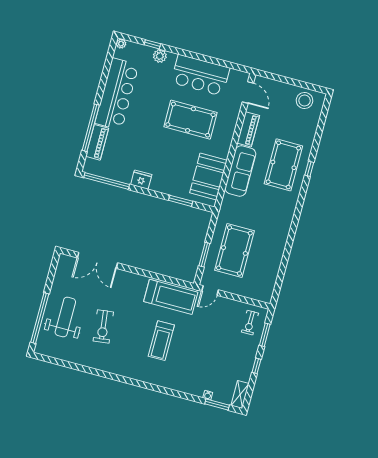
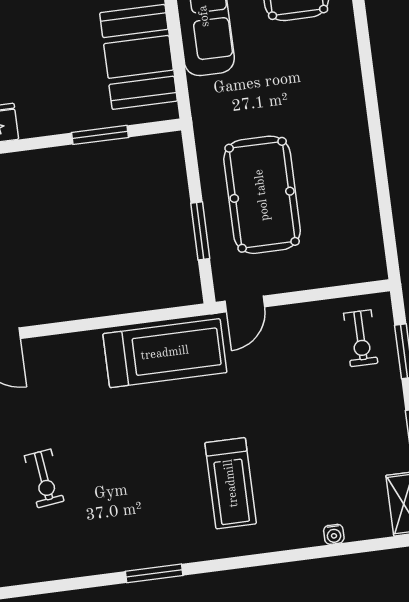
exercise bike: (103, 327) -> (44, 478), width x0.73, depth x0.72
treadmill: (161, 341) -> (231, 483), moved
window: (217, 405) -> (154, 573), moved

